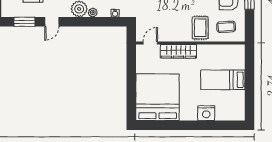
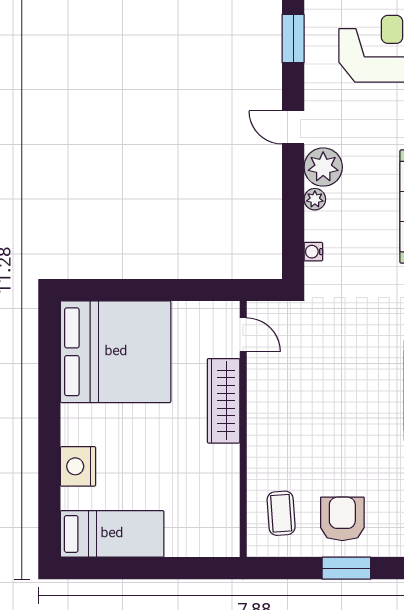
door: (52, 22) -> (293, 127), moved
rug: (200, 28) -> (279, 452), removed
bed: (223, 80) -> (112, 534), moved, turned 90

